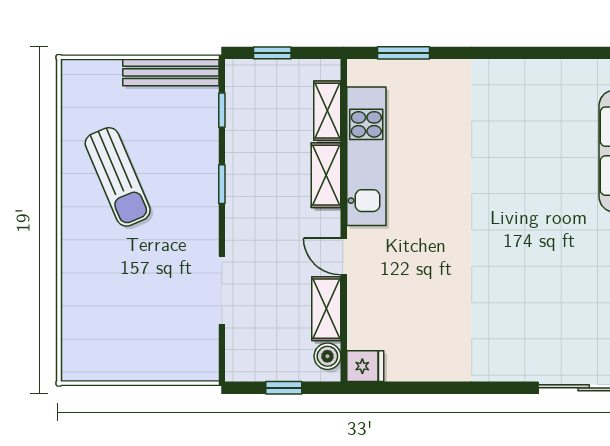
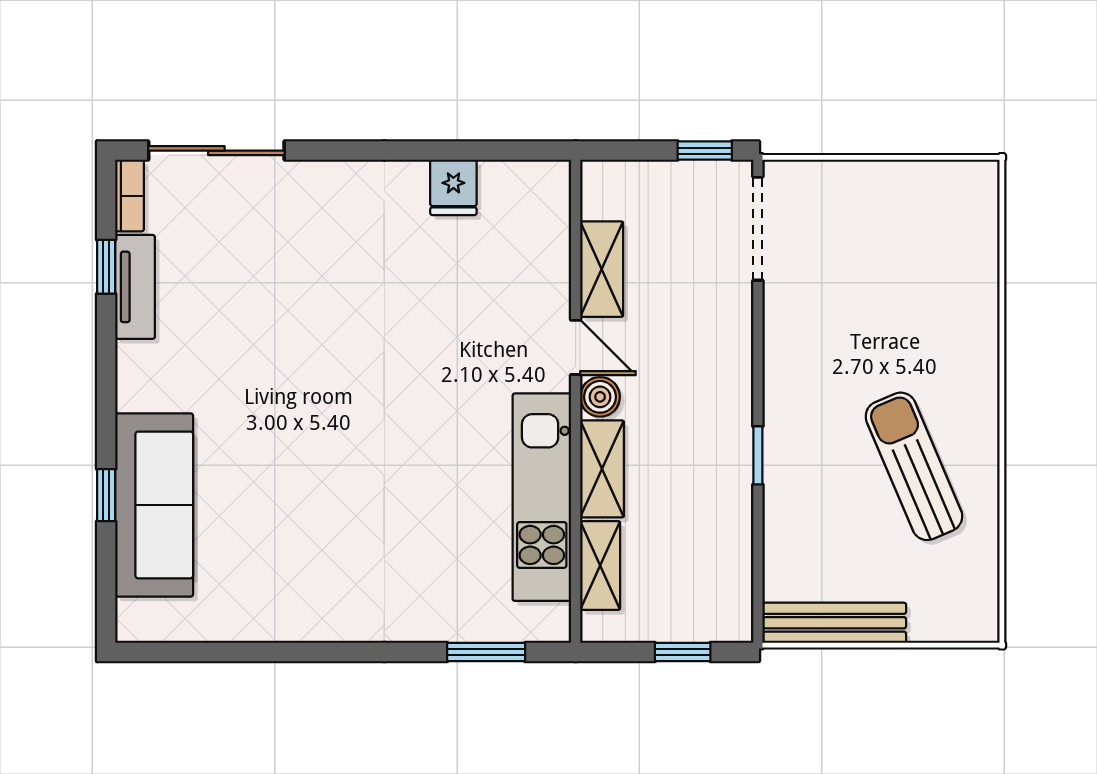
window: (222, 110) -> (758, 566), removed
doorway: (222, 290) -> (758, 229), moved
boiler: (327, 356) -> (600, 397), moved
fridge: (365, 366) -> (453, 187), moved, turned -90
window: (284, 388) -> (705, 151), moved

